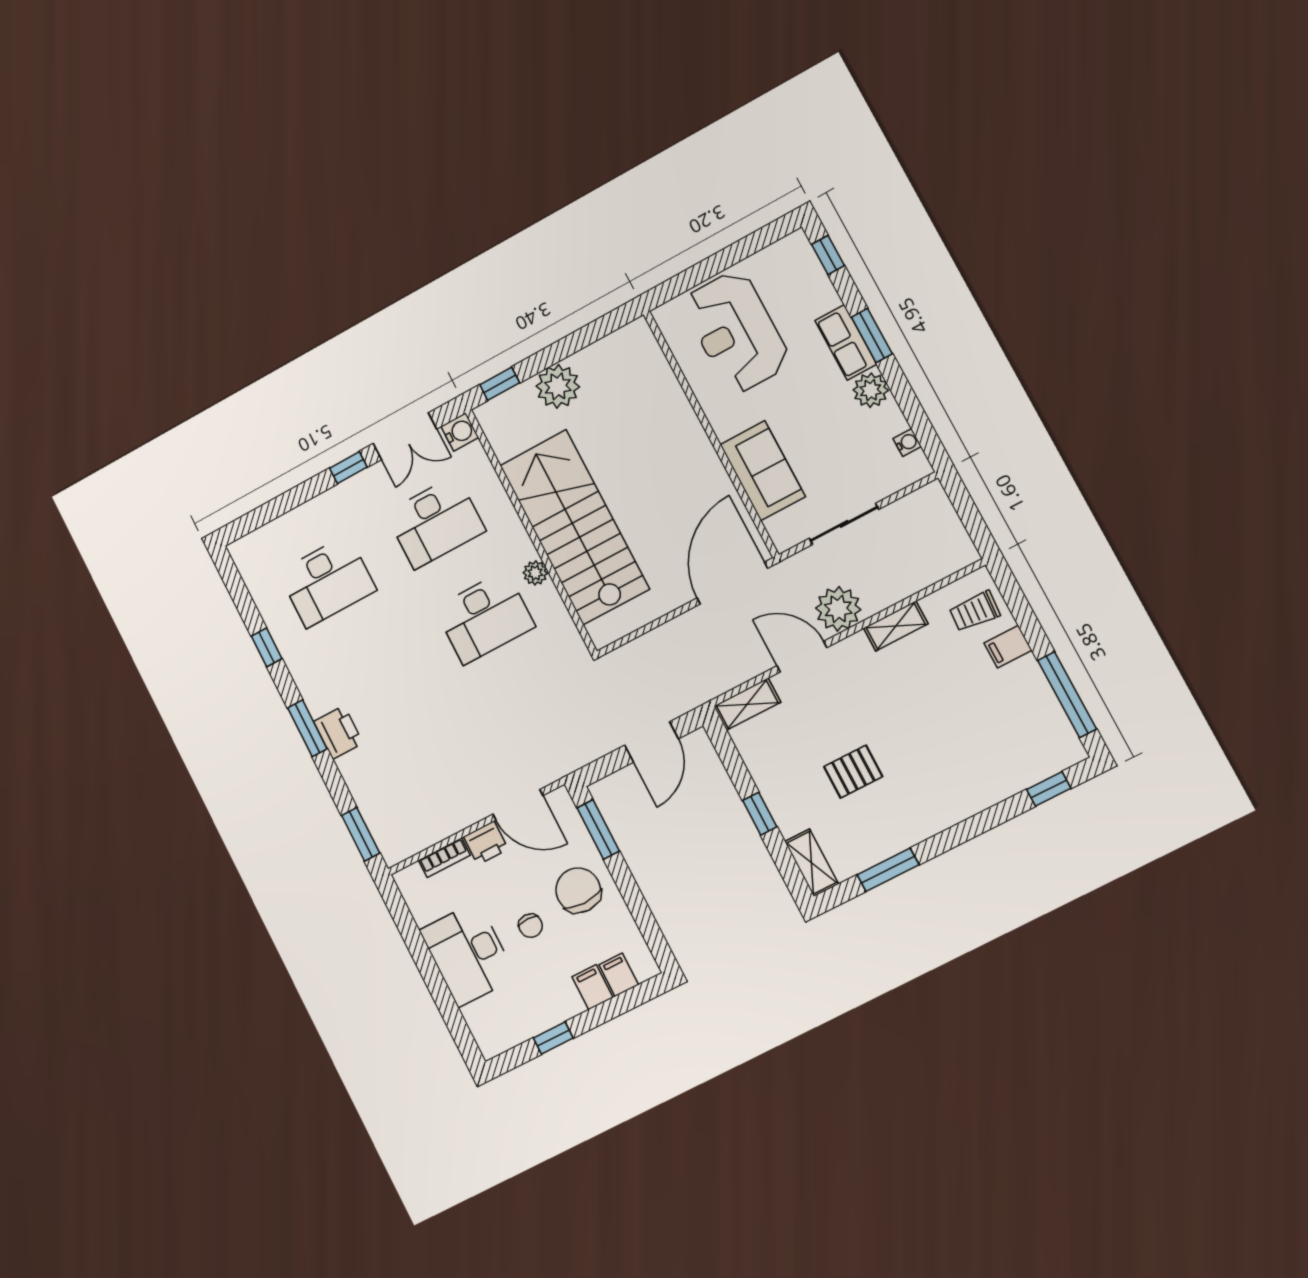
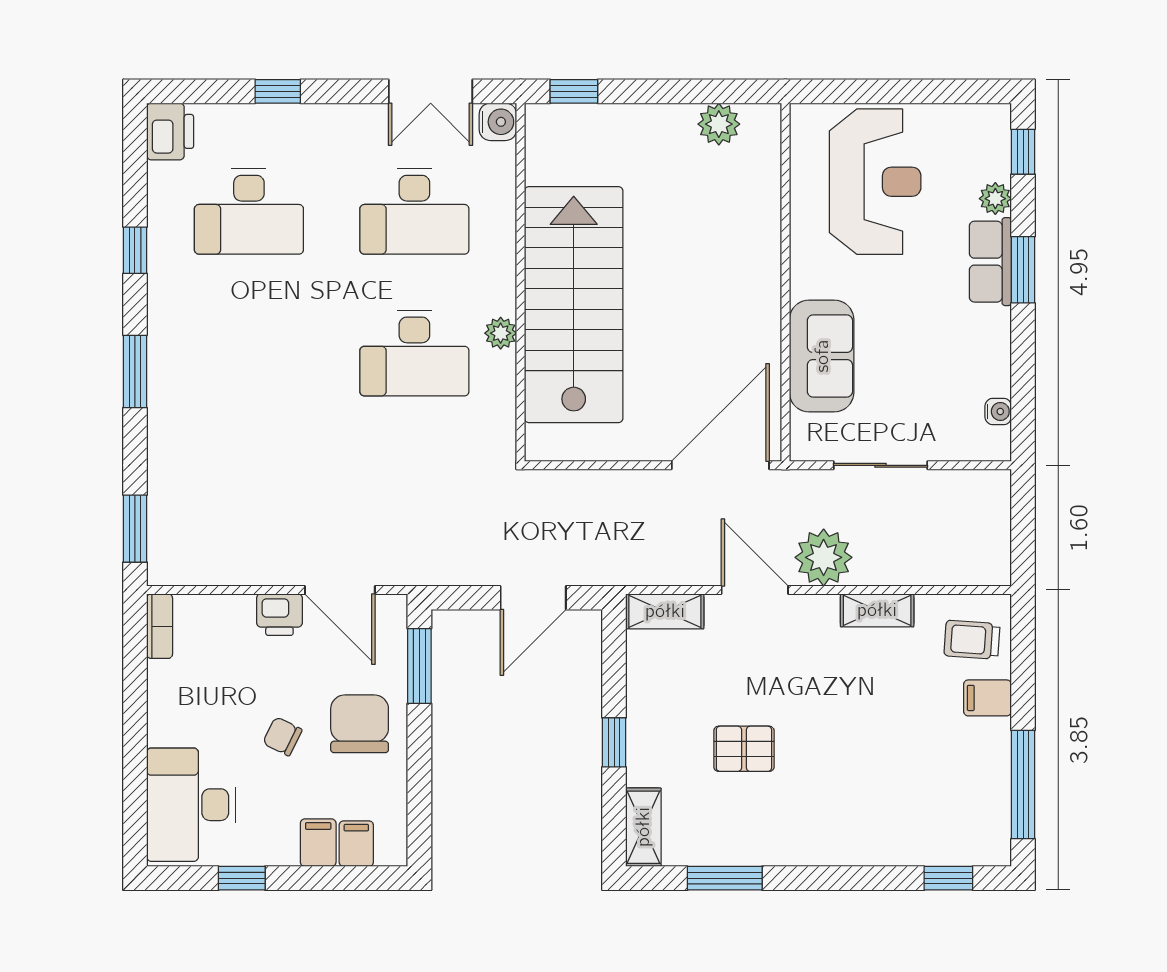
reception desk: (736, 332) -> (875, 182), turned 180
plant: (558, 386) -> (719, 124), moved, width x0.73, depth x0.73
plant: (871, 390) -> (995, 199), moved, width x0.73, depth x0.73
window: (348, 468) -> (278, 91), moved
printer: (338, 732) -> (170, 131), moved
bookcase: (444, 858) -> (160, 626), moved, turned -90
chair: (531, 926) -> (282, 736), turned 116
desk: (468, 954) -> (191, 805), moved

